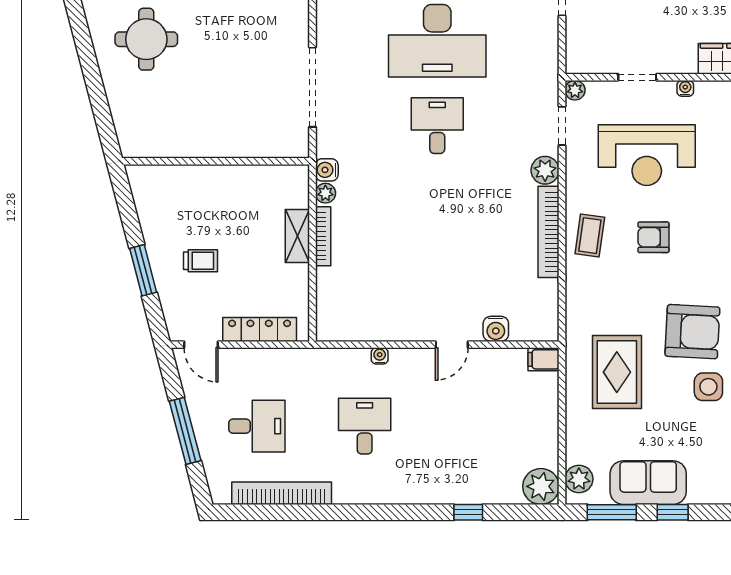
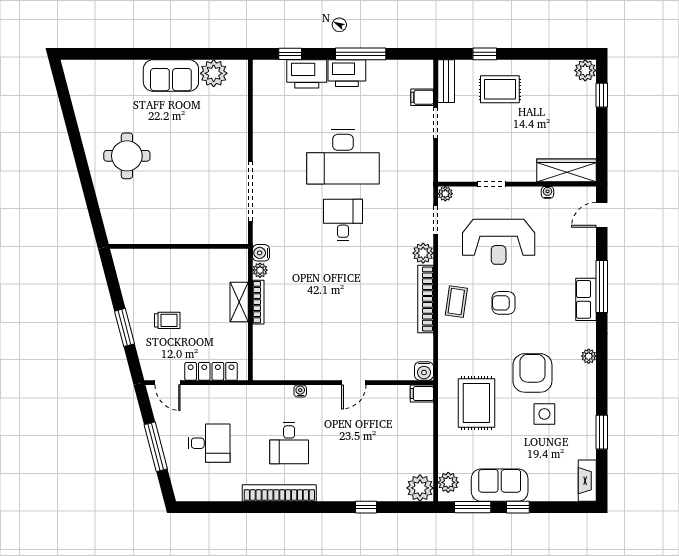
water cooler: (685, 88) -> (548, 192), moved
water cooler: (496, 329) -> (424, 371), moved
armchair: (692, 332) -> (532, 373), turned -93
desk: (365, 426) -> (289, 443), turned 180
bookcase: (282, 493) -> (279, 493), moved

